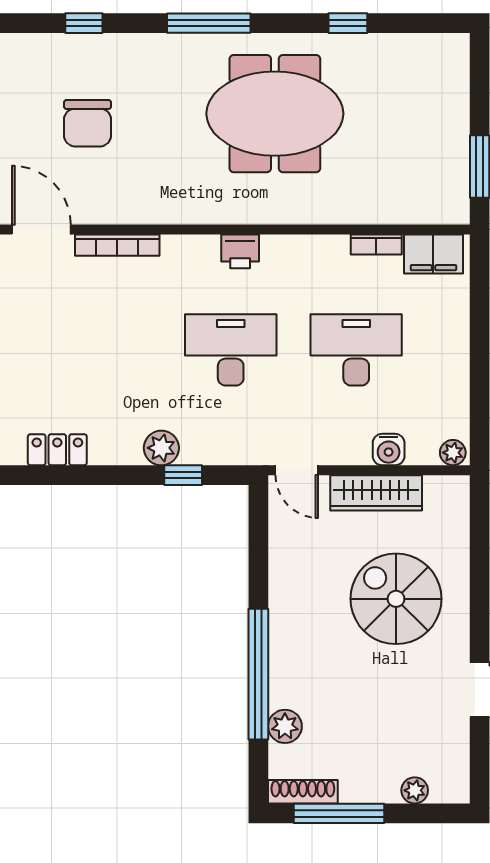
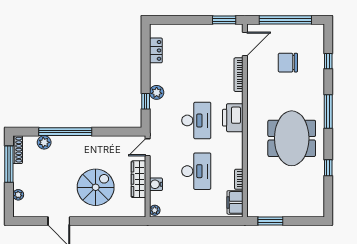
printer: (240, 251) -> (233, 118), width x1.87, depth x1.48

